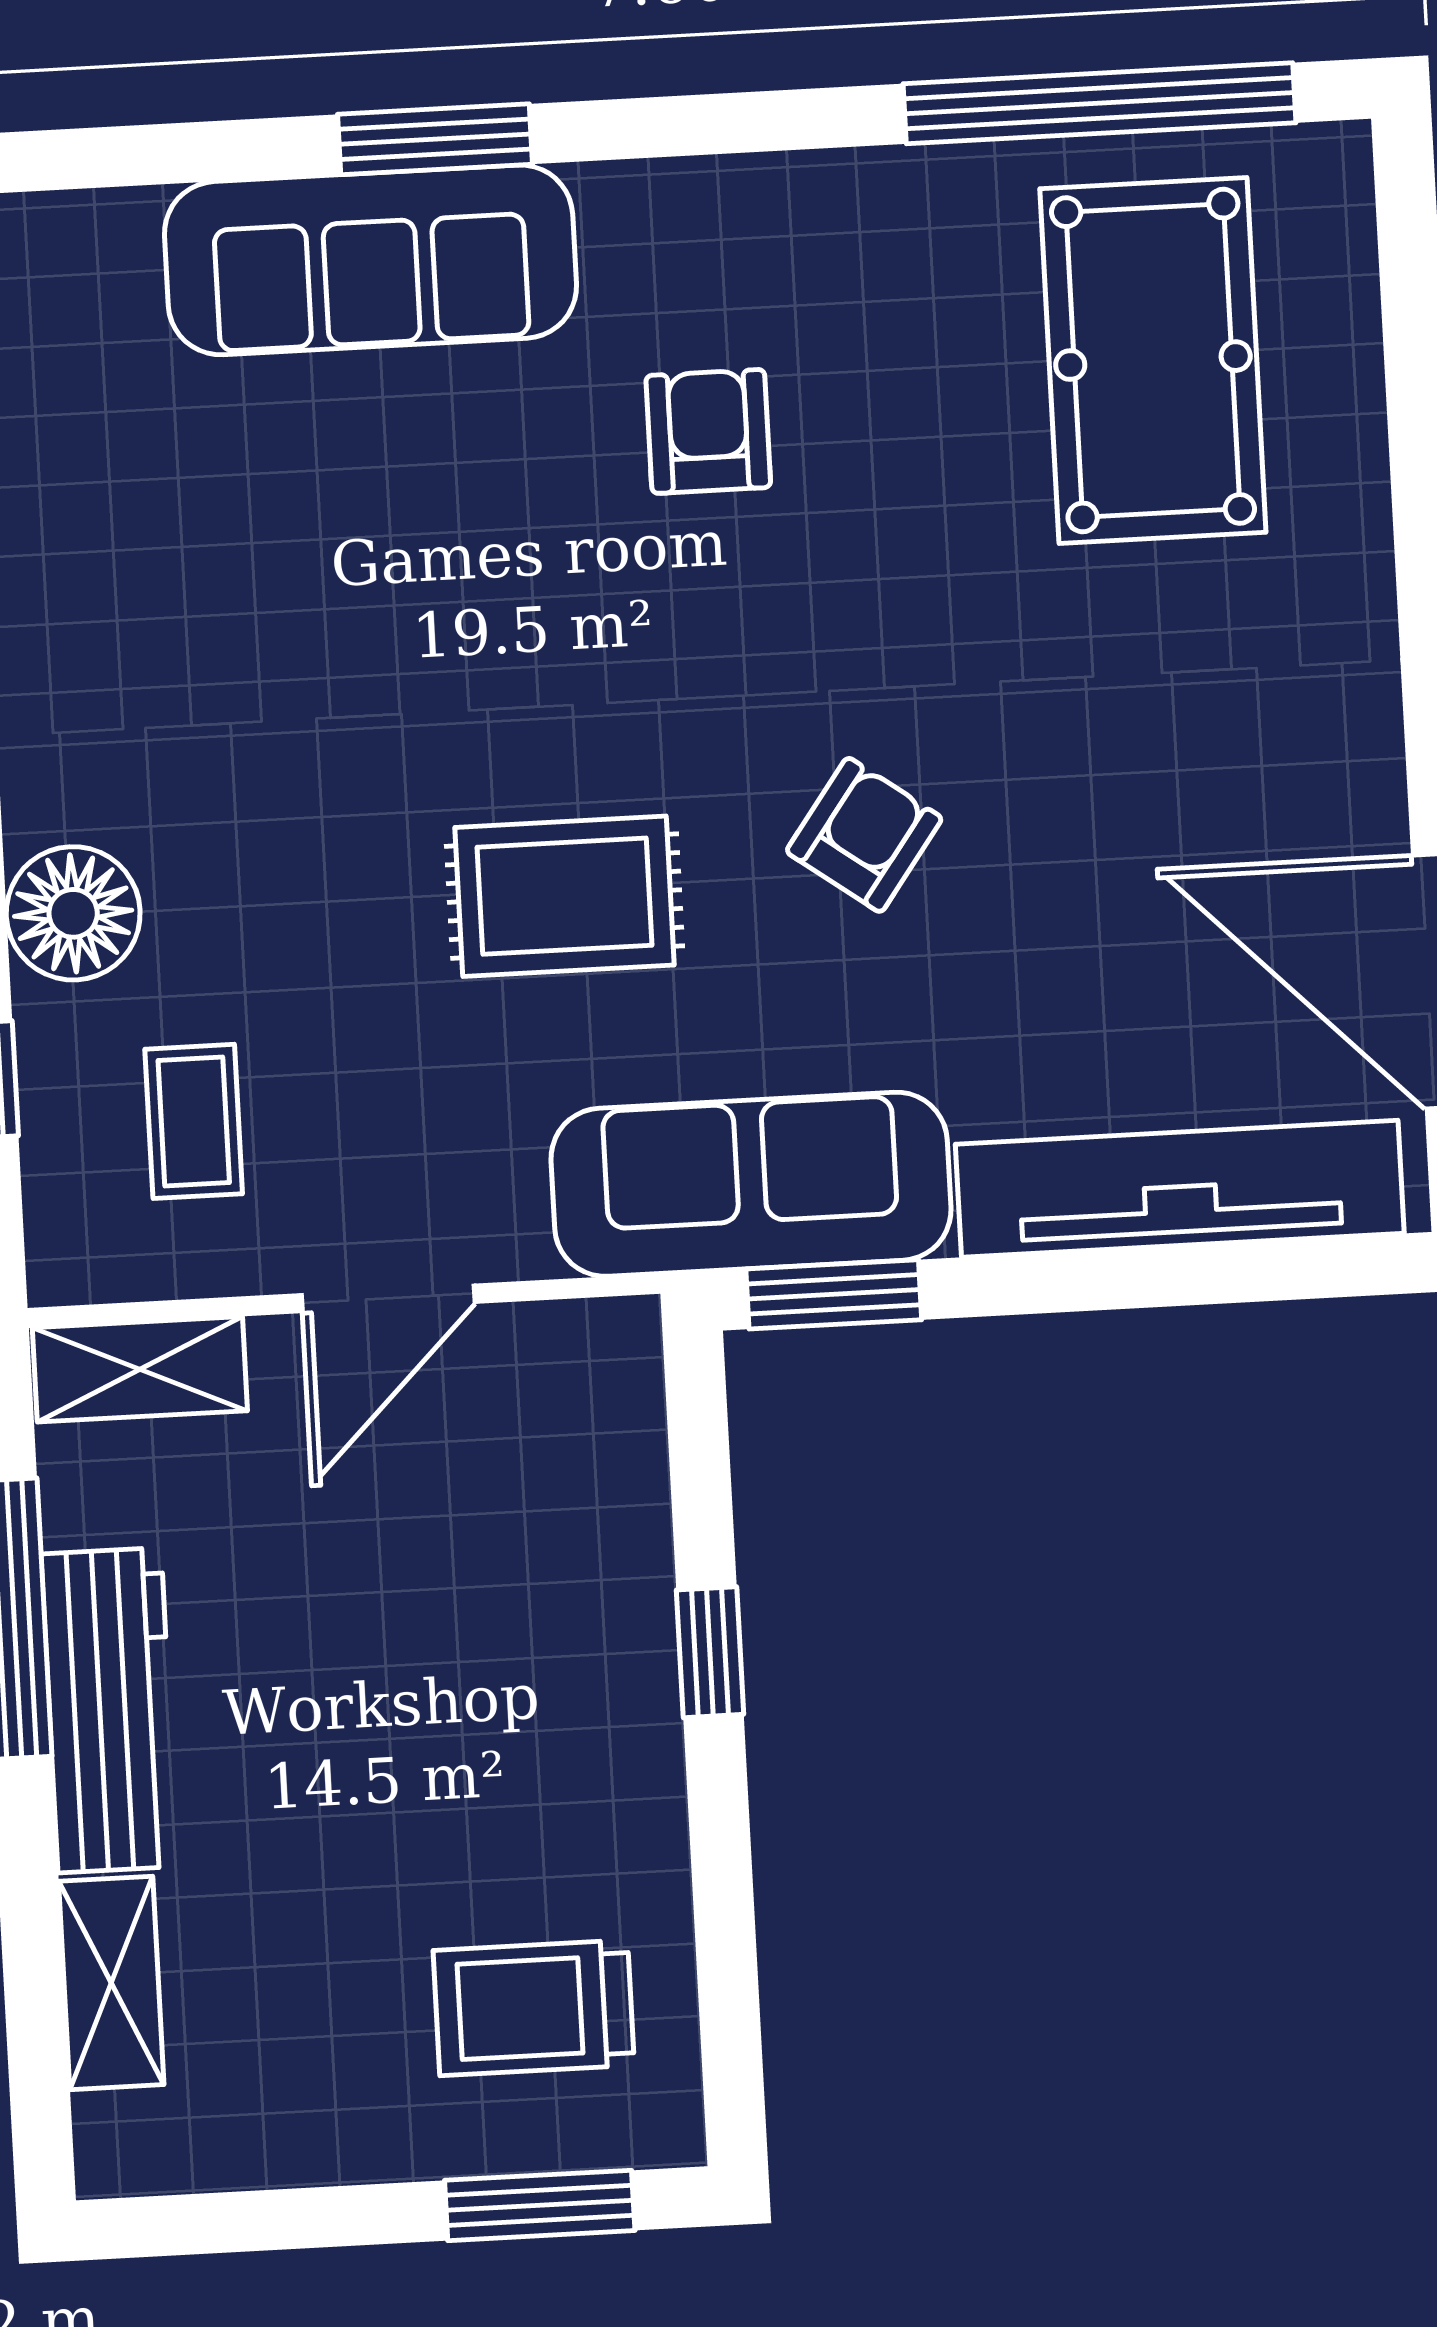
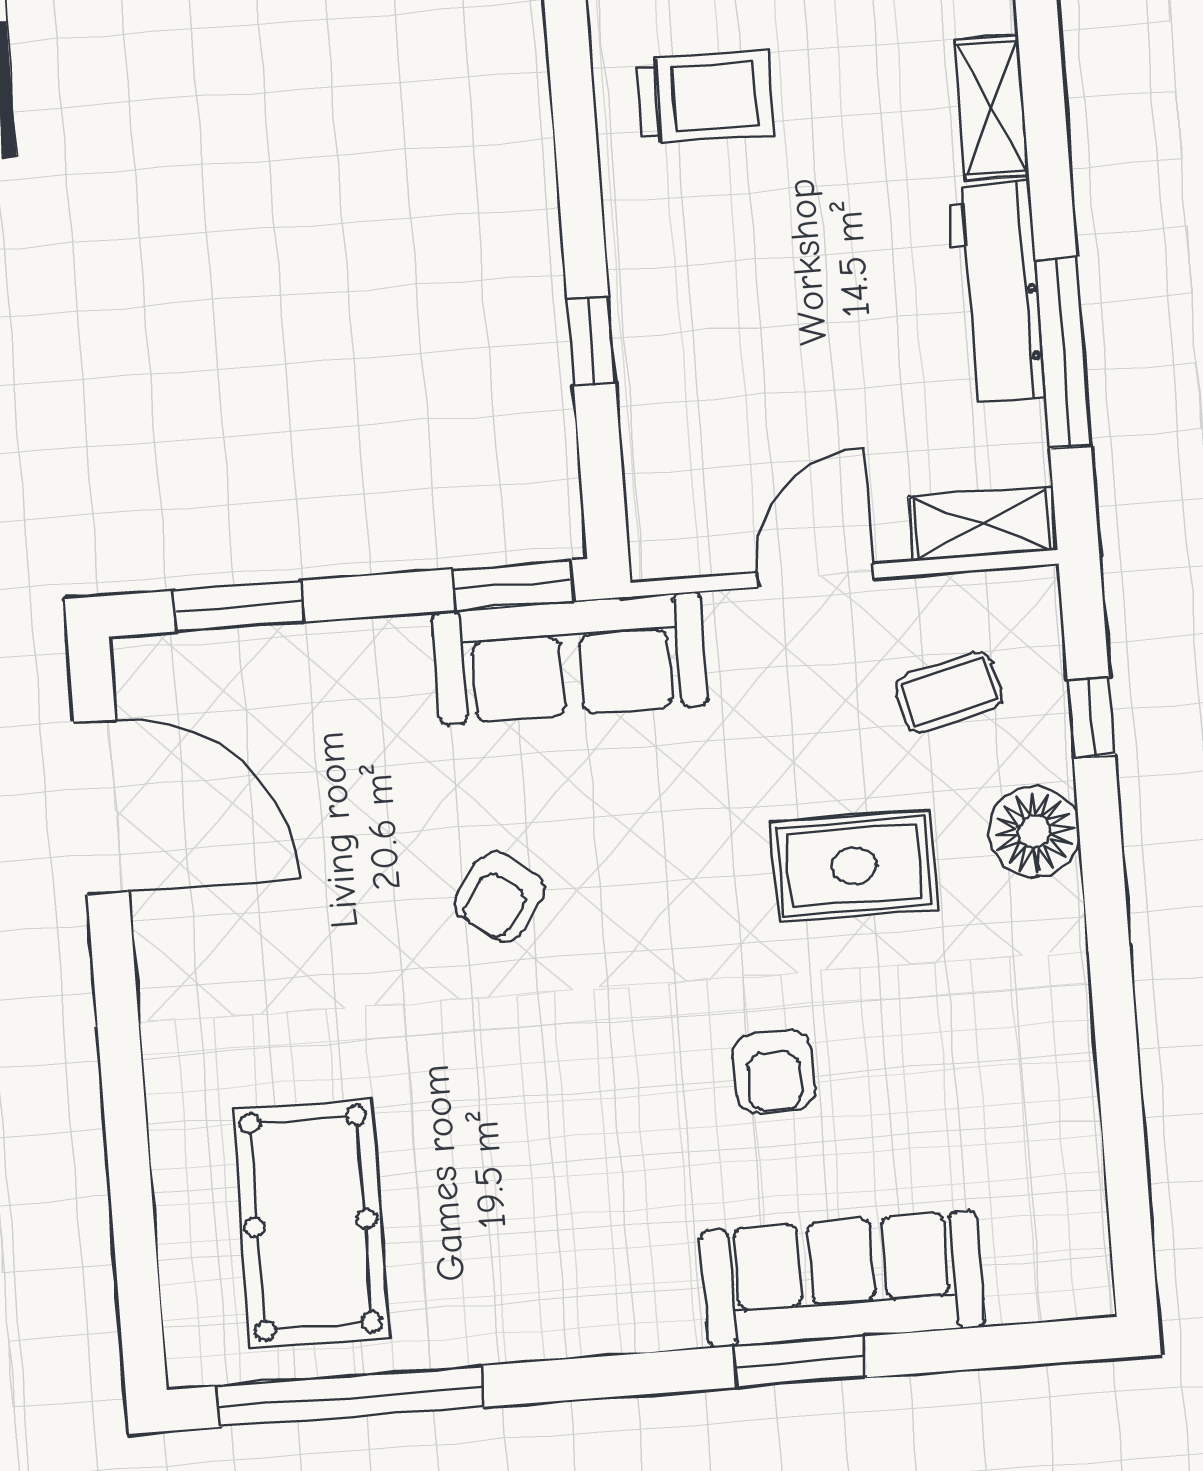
armchair: (708, 431) -> (774, 1072), moved
rug: (565, 896) -> (854, 866), moved
coffee table: (194, 1121) -> (949, 692), turned 76
tv unit: (1180, 1189) -> (280, 662), removed
window: (1239, 1272) -> (239, 606), added

